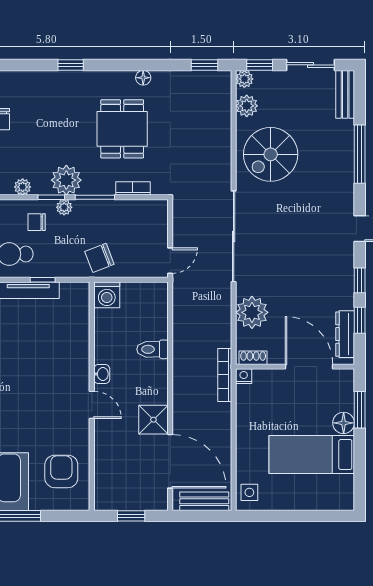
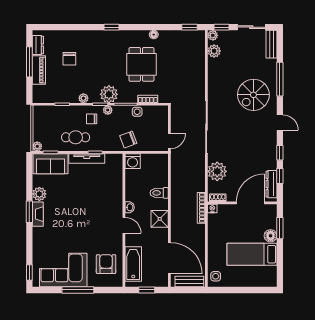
spiral stairs: (271, 154) -> (253, 95), moved
side table: (115, 210) -> (137, 112), added
door: (309, 367) -> (250, 203), hinge flipped
shower: (153, 420) -> (160, 219), moved
bathtub: (108, 471) -> (133, 264), added

